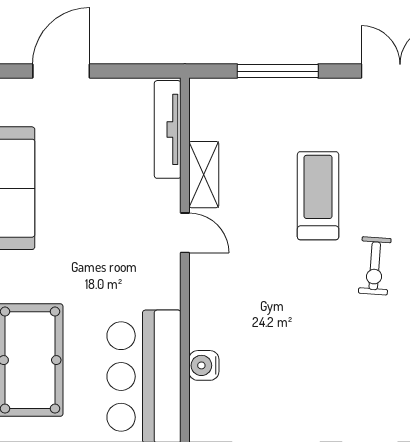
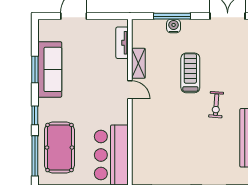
tv unit: (168, 129) -> (122, 43), width x0.71
water cooler: (204, 365) -> (174, 26), moved, turned 90

